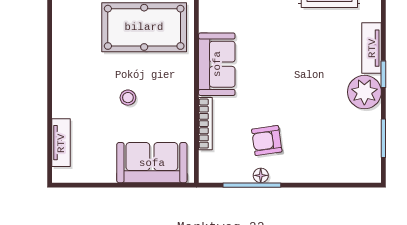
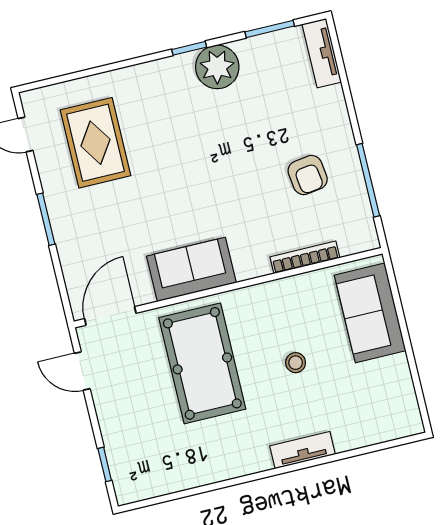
tv unit: (372, 48) -> (322, 53), moved, turned 90
sofa: (217, 64) -> (191, 269), moved
tv unit: (61, 143) -> (303, 450), moved
floor lamp: (261, 175) -> (353, 172), removed

